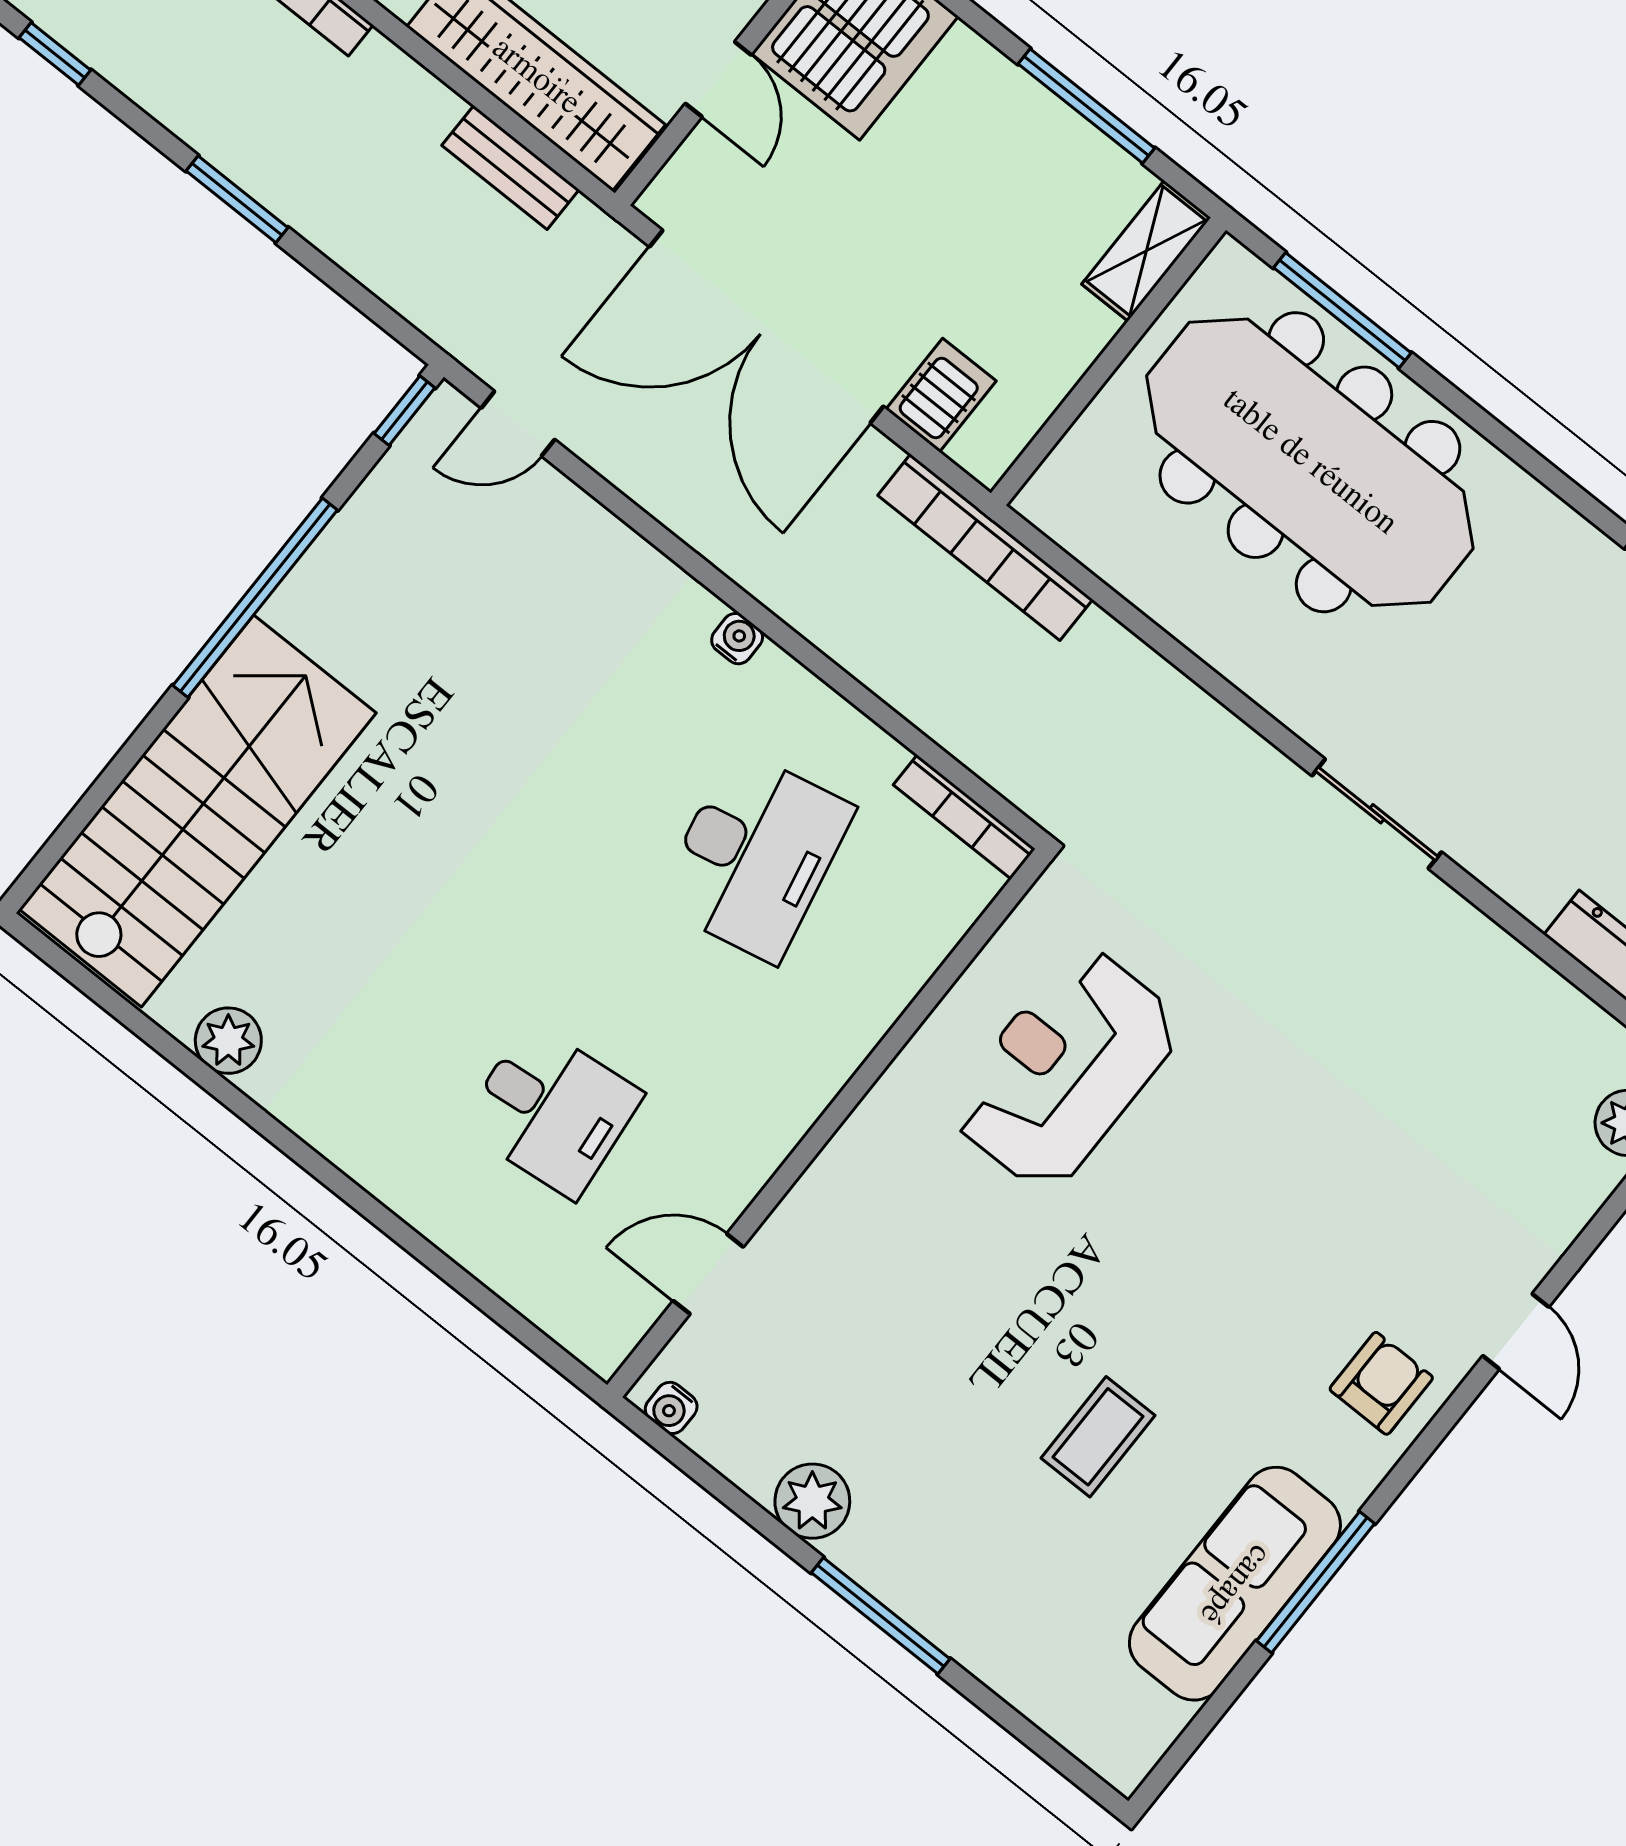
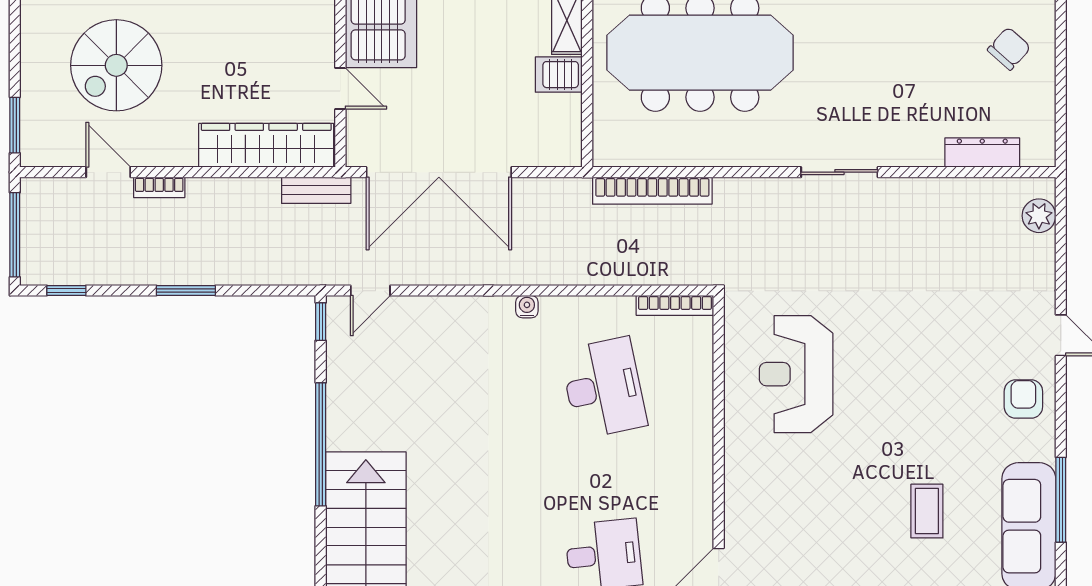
bench: (511, 167) -> (316, 190), moved
server rack: (941, 395) -> (559, 75), moved, turned -90
bookcase: (985, 547) -> (652, 191), moved

